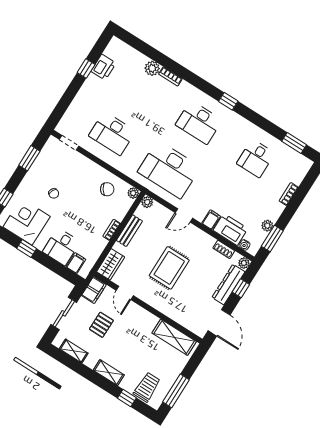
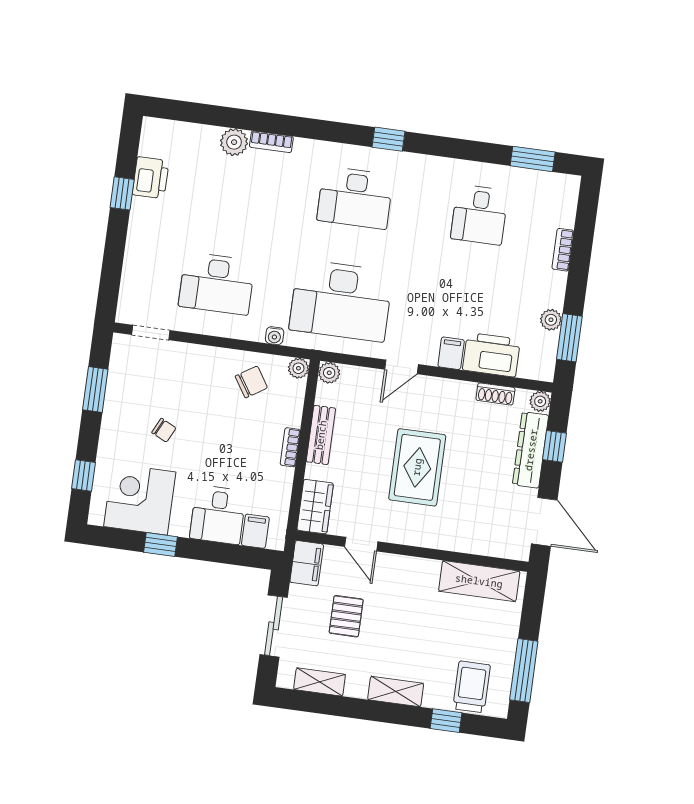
water cooler: (244, 245) -> (275, 336), moved

